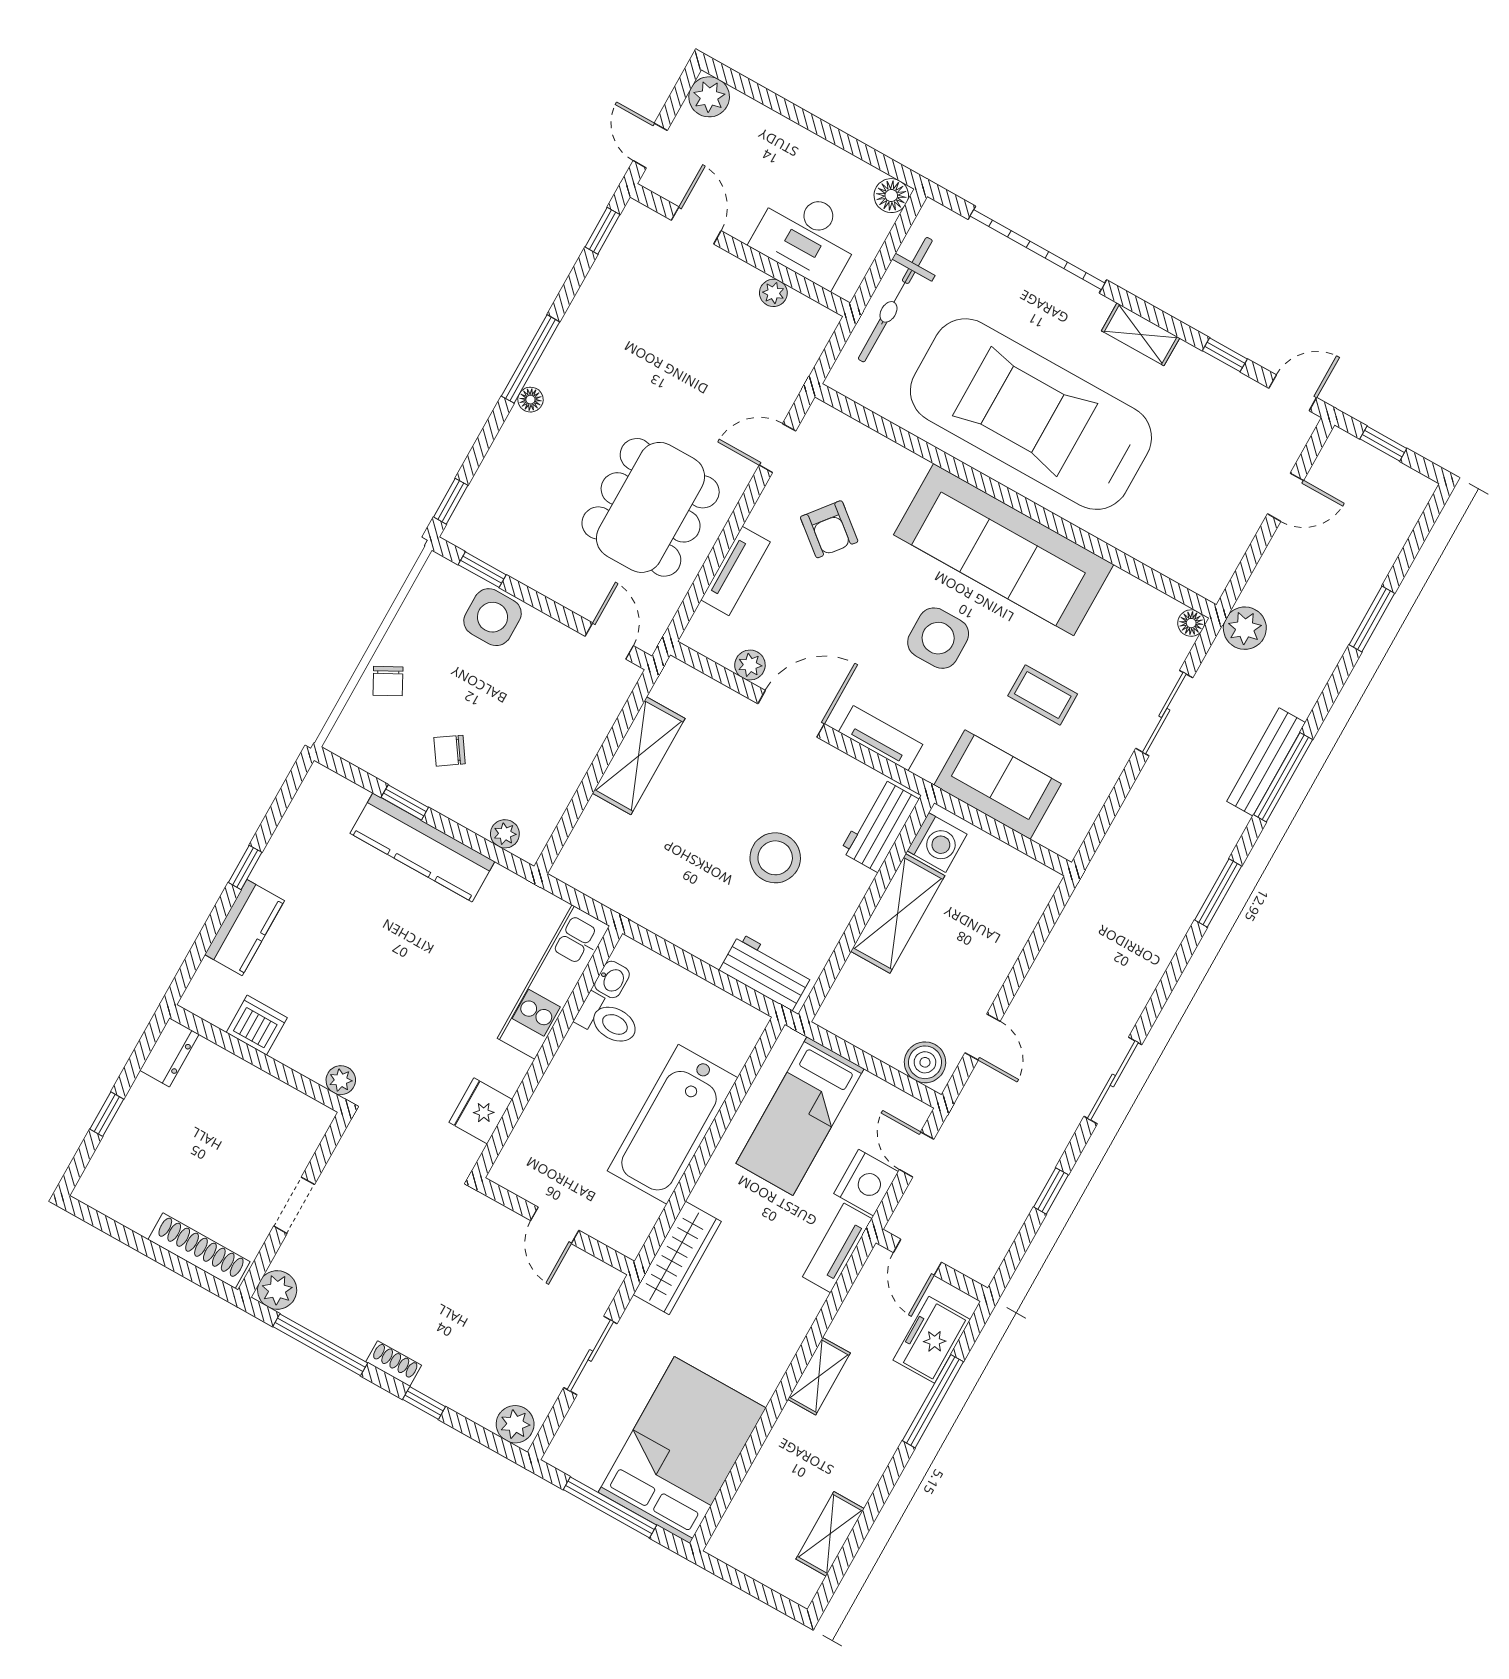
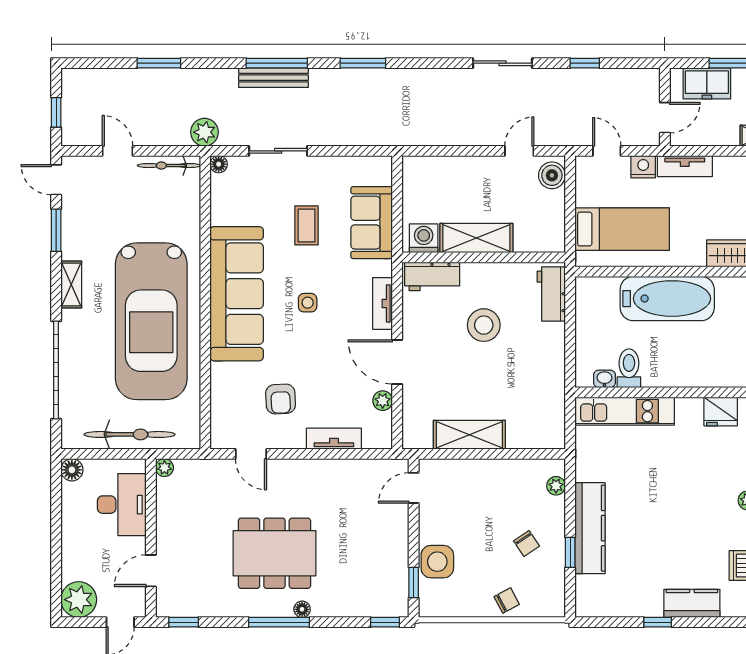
plant: (709, 97) -> (79, 600), width x1.36, depth x1.36
plant: (773, 293) -> (164, 468), moved
window: (1225, 355) -> (56, 230), width x1.50
dining table: (651, 507) -> (274, 553), moved
armchair: (829, 529) -> (281, 399), turned 138
bicycle: (1227, 555) -> (169, 166), added
side table: (938, 638) -> (308, 303), width x0.54, depth x0.54
door: (917, 1154) -> (607, 151), swing flipped
nightstand: (866, 1183) -> (643, 167), width x0.74, depth x0.75

